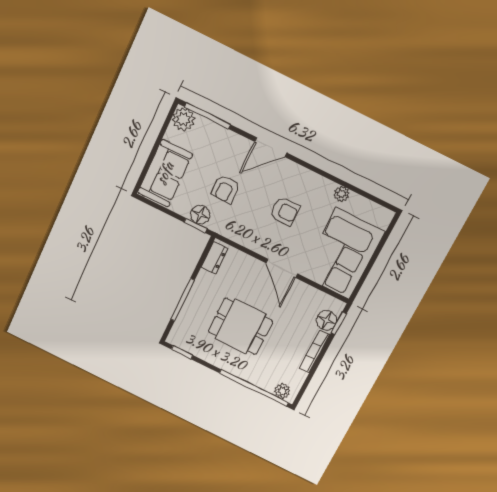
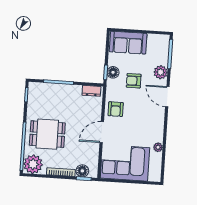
plant: (183, 119) -> (161, 72), moved
armchair: (285, 211) -> (116, 109), moved
dining table: (240, 326) -> (47, 134), moved, turned 90
plant: (282, 391) -> (33, 164), width x1.87, depth x1.87

